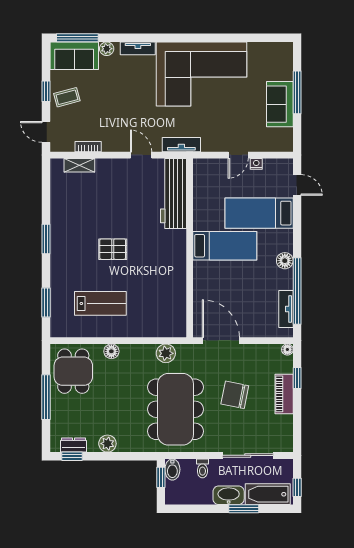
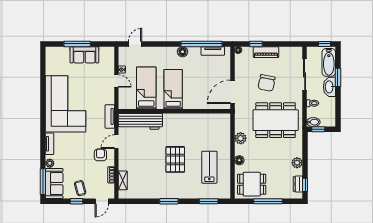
armchair: (120, 130) -> (100, 155), added
bed: (259, 213) -> (146, 88), moved, turned 180
pallet: (113, 249) -> (175, 159), width x1.50, depth x1.42
plant: (166, 353) -> (241, 138), moved

